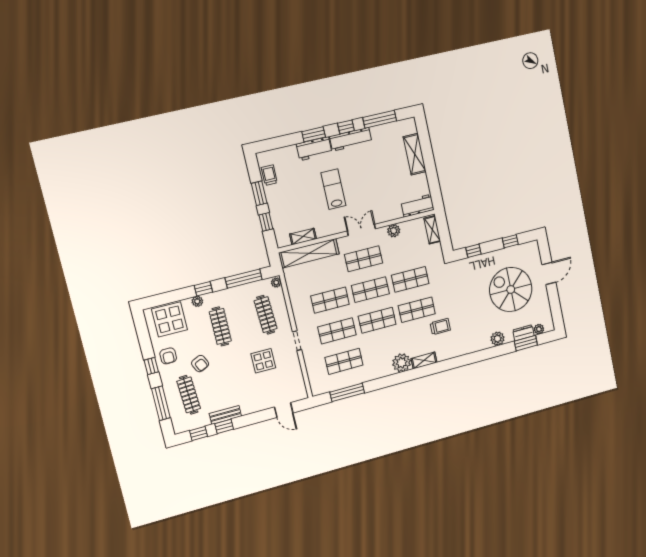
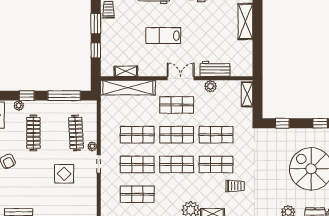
lab bench: (333, 189) -> (163, 36), turned -90
workbench: (417, 206) -> (215, 69), moved
plant: (276, 283) -> (92, 146), moved

